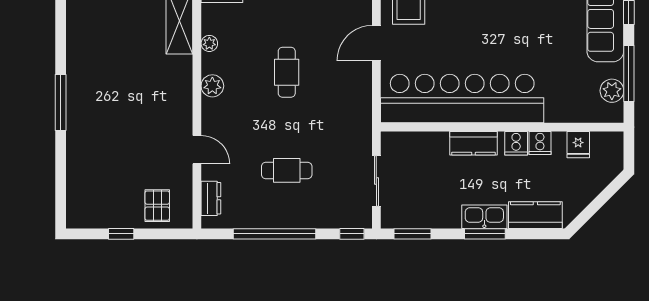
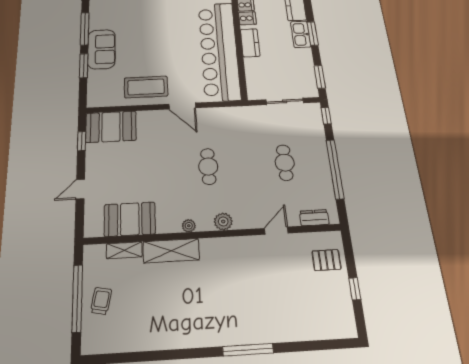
cafe table: (287, 72) -> (208, 166), turned 90

